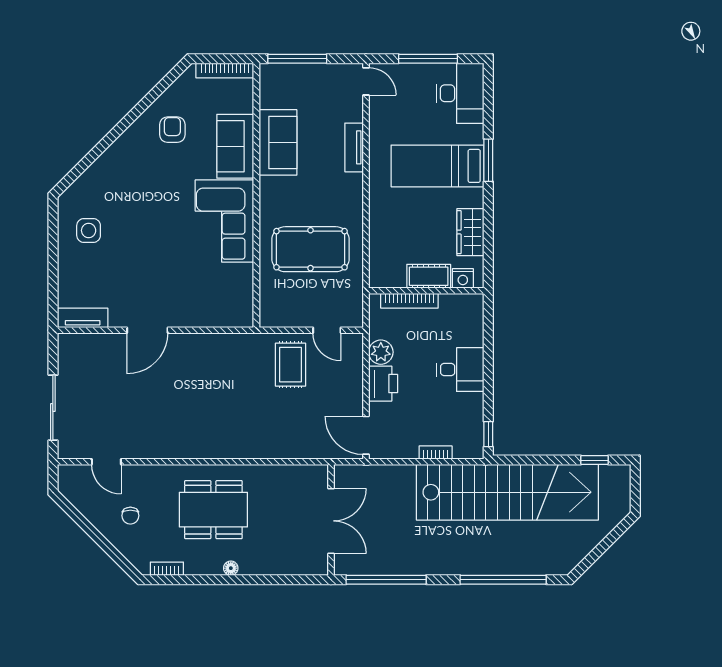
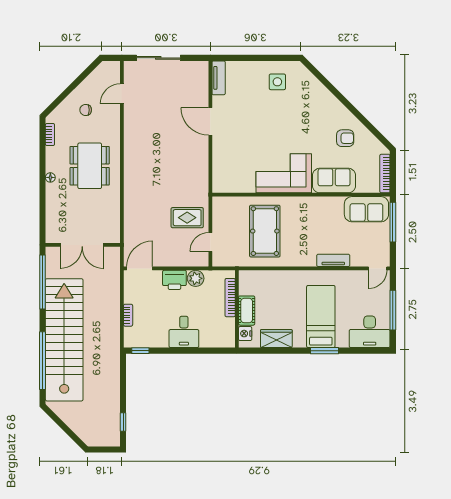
sofa: (278, 142) -> (366, 209), moved
stairs: (507, 492) -> (64, 340), moved, turned 180

